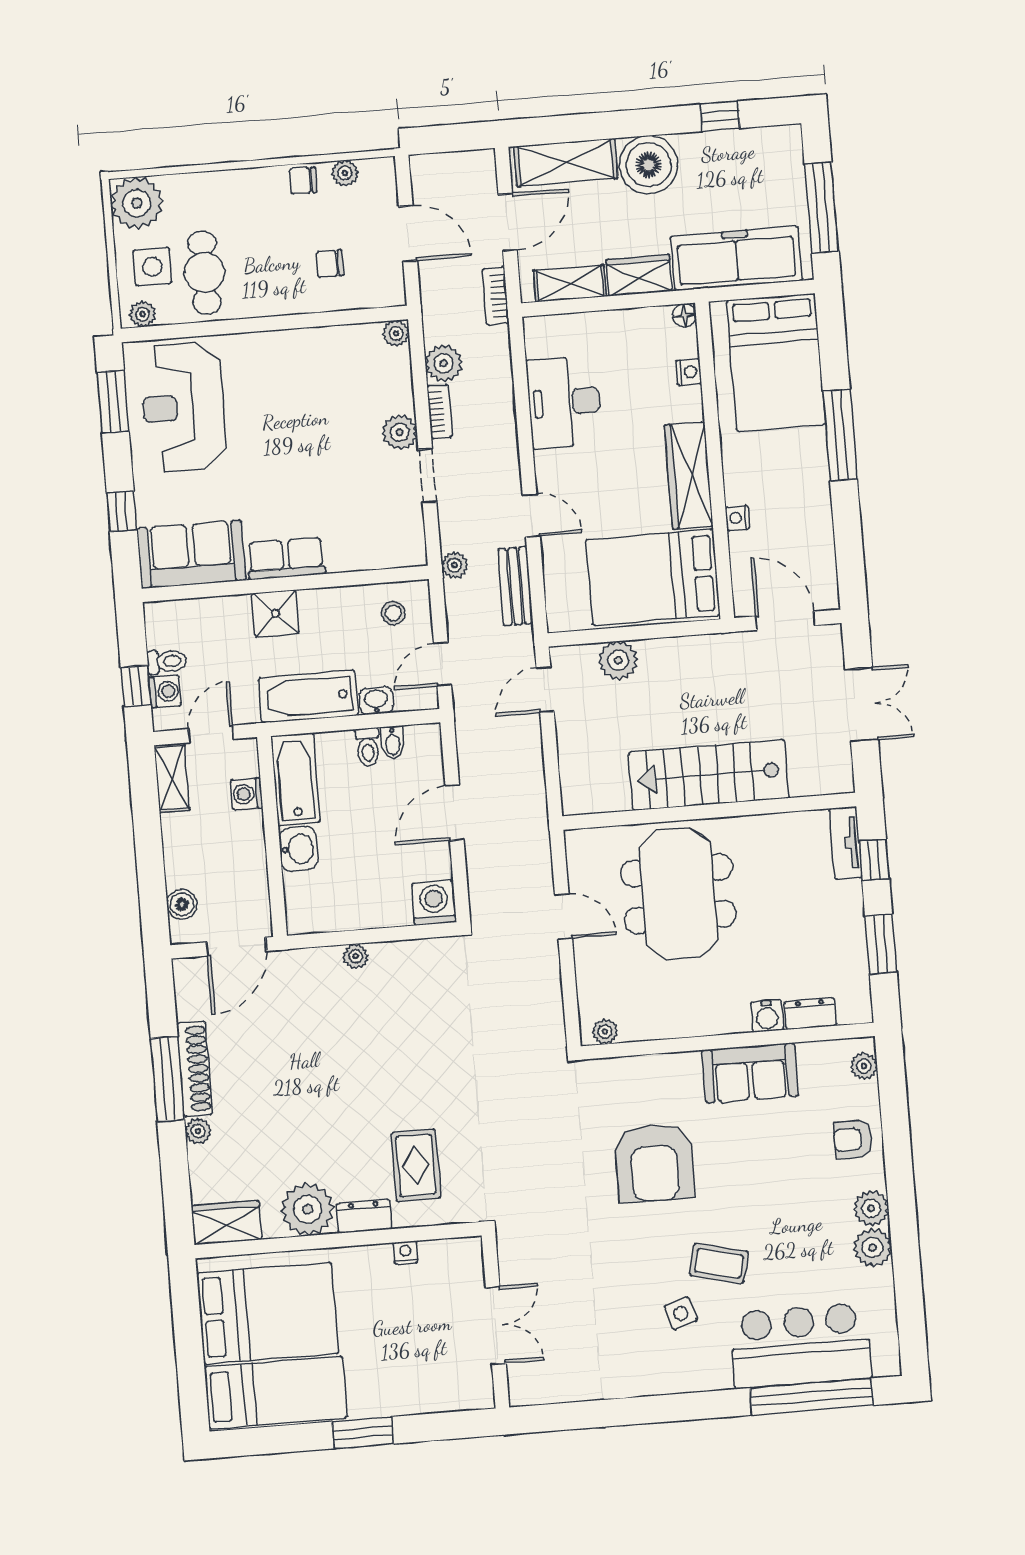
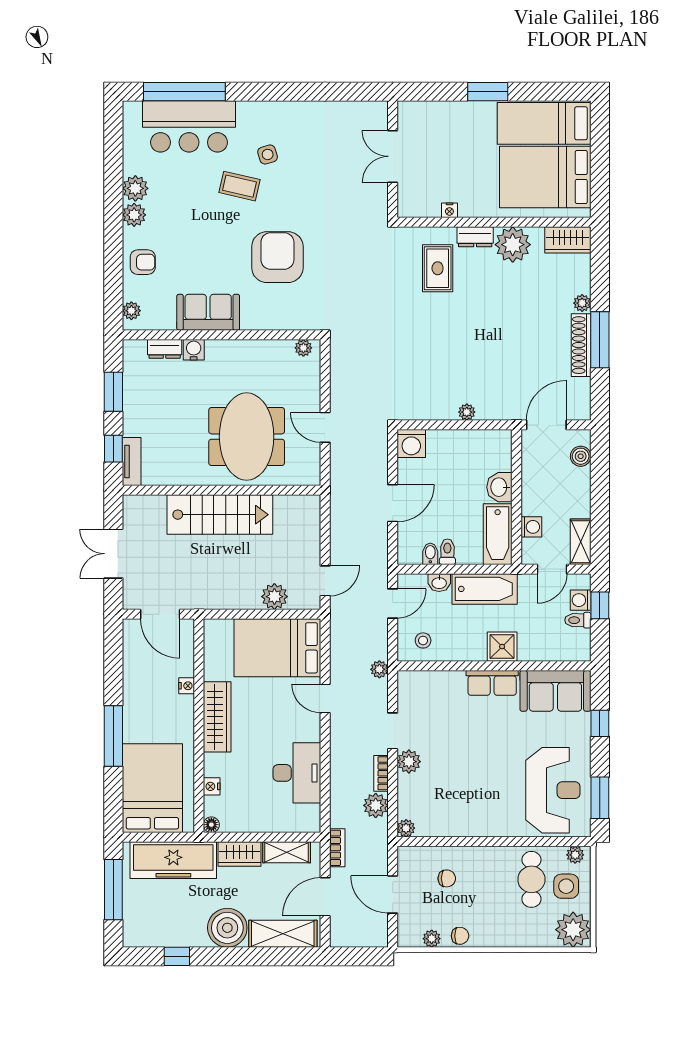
bed: (653, 577) -> (277, 648), moved, turned 180
bench: (515, 586) -> (340, 652), removed

